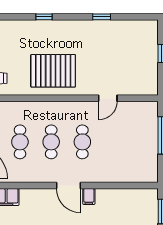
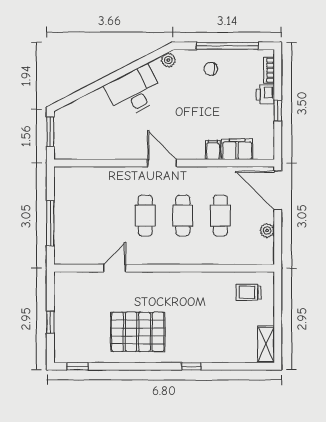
window: (102, 17) -> (78, 366), moved
pallet: (53, 71) -> (138, 332), moved
filing cabinet: (89, 196) -> (213, 150), moved

